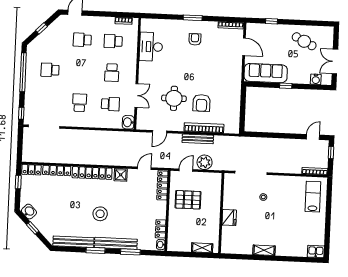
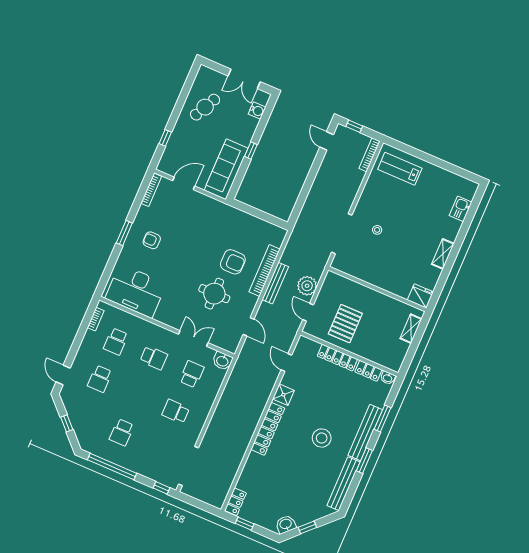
desk: (151, 47) -> (136, 291), width x1.36, depth x1.30
locker: (57, 170) -> (248, 471), removed
locker: (162, 185) -> (337, 358), moved
fridge: (229, 218) -> (420, 296), moved
kitchen sink: (316, 251) -> (461, 209), moved

